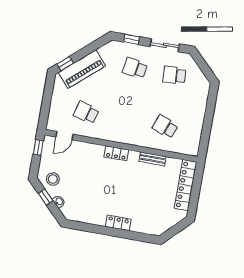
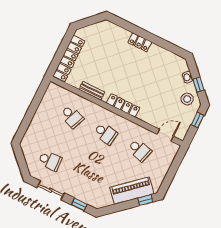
school desk: (135, 68) -> (106, 133), moved
window: (38, 147) -> (198, 120), moved
locker: (116, 153) -> (123, 105), width x1.53

